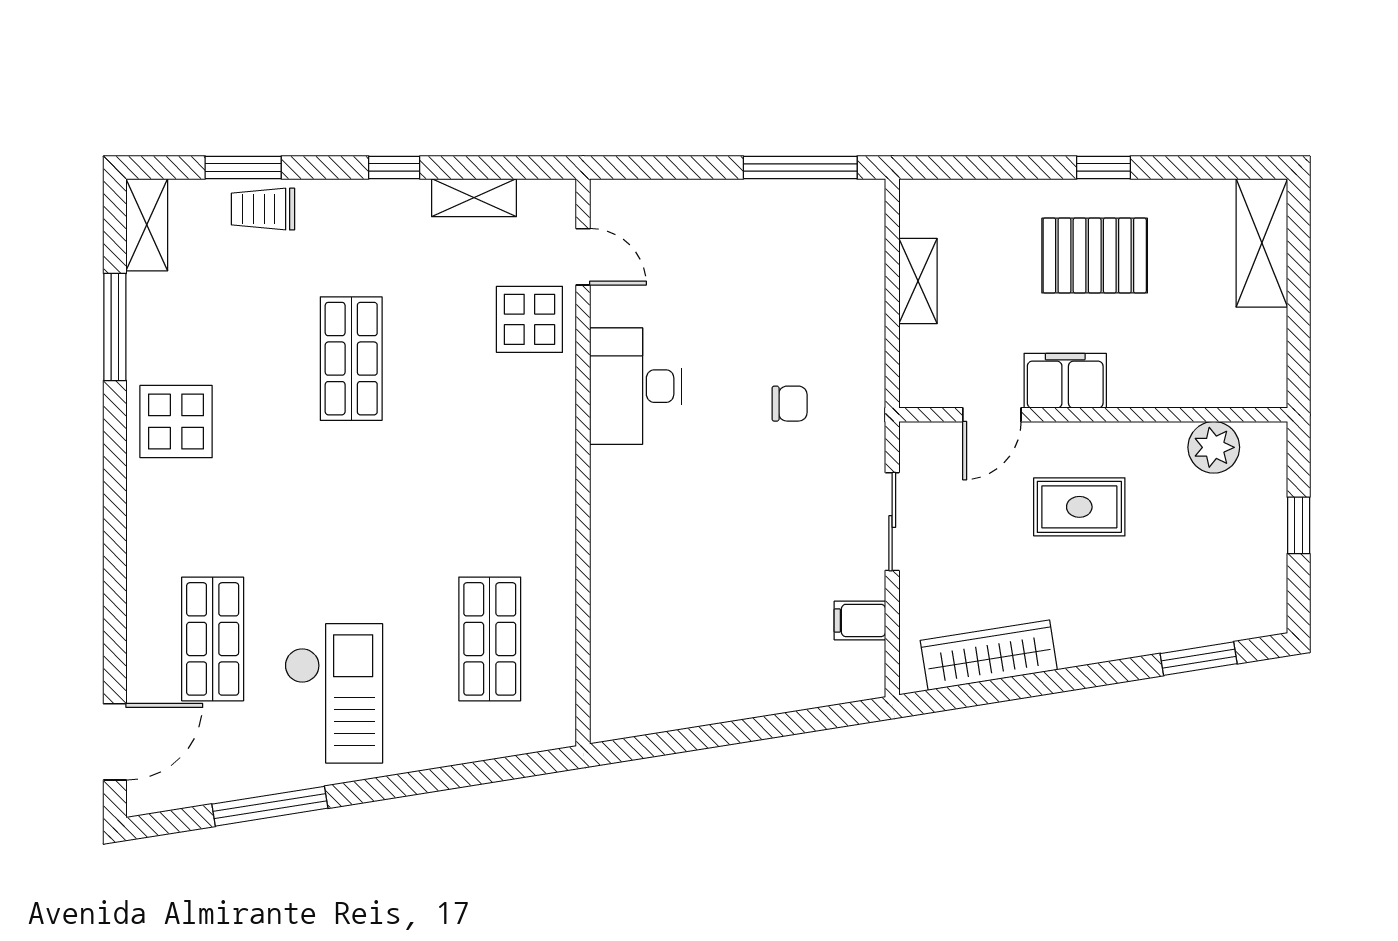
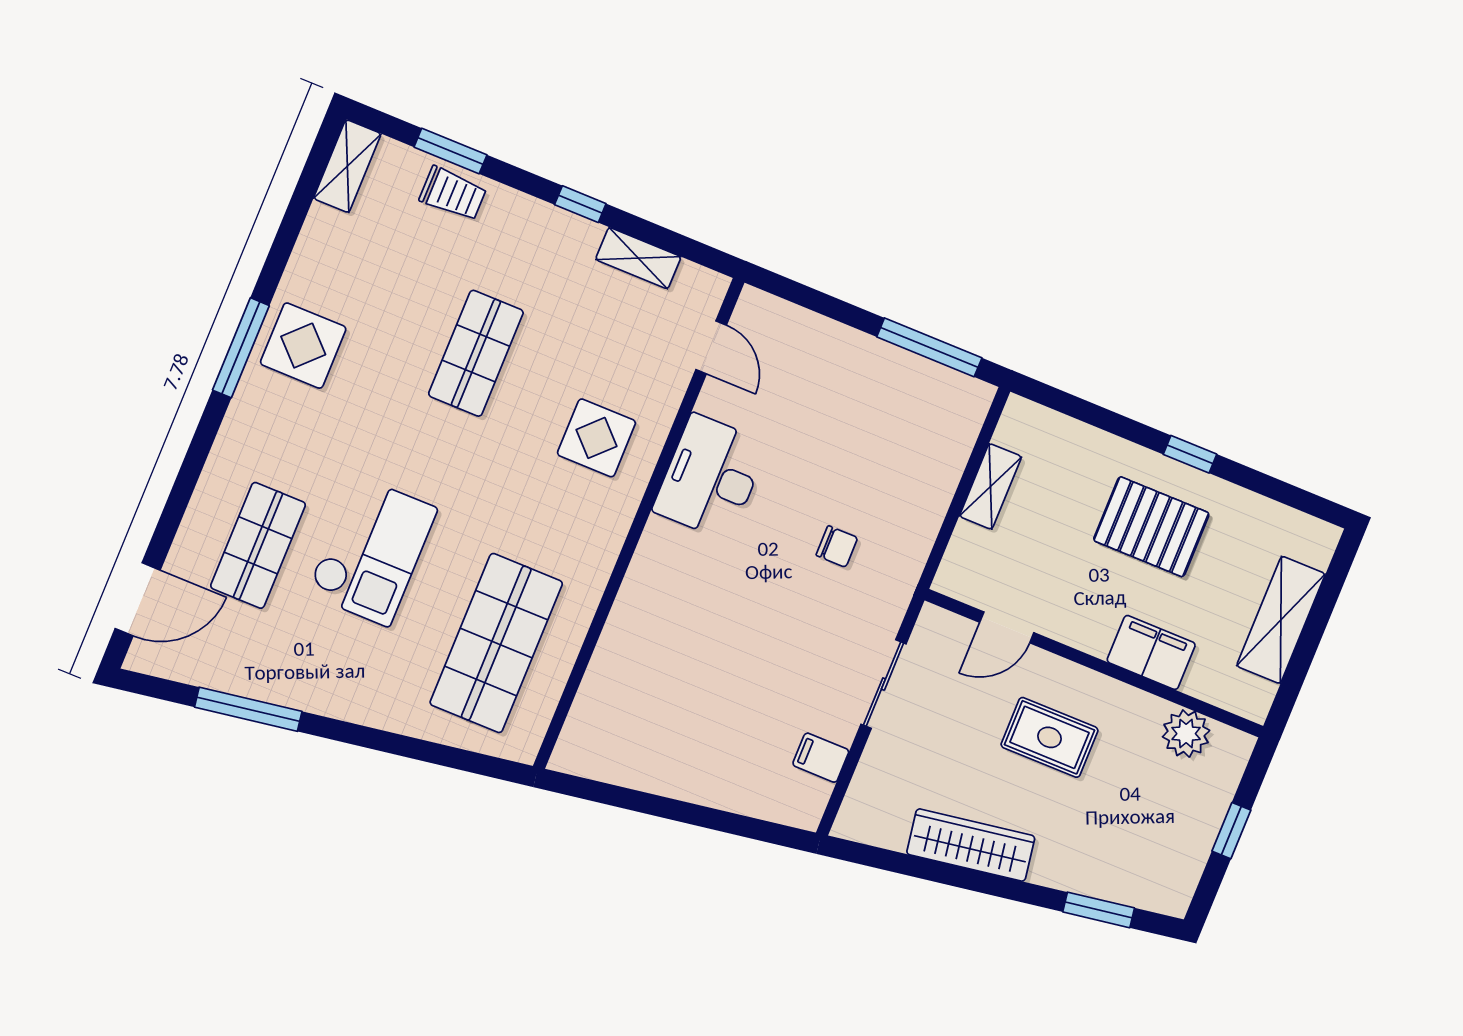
trolley: (263, 209) -> (453, 194), turned 180
shelving: (1262, 243) -> (1281, 620), moved
display table: (529, 319) -> (596, 438), moved
window: (115, 327) -> (241, 348), moved
filing cabinet: (1065, 381) -> (1151, 652), moved
shop shelf: (490, 639) -> (496, 643), width x1.43, depth x1.36
wardrobe: (989, 655) -> (971, 845), moved
checkout: (334, 693) -> (372, 551), moved

